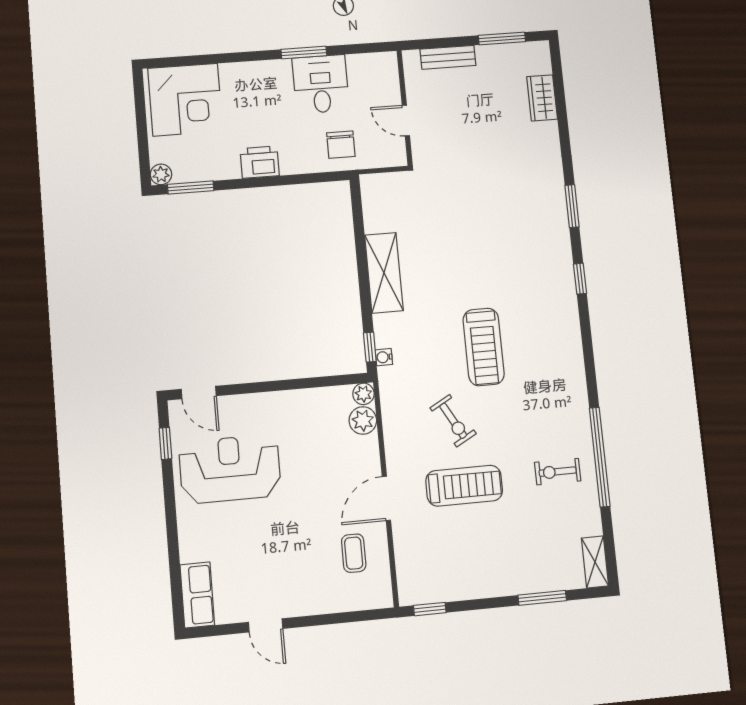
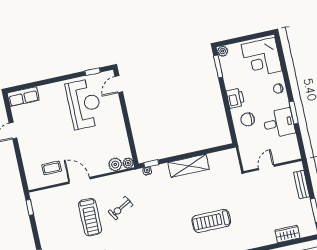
chair: (252, 76) -> (278, 89), added
chair: (341, 145) -> (248, 119), moved
treadmill: (484, 347) -> (211, 221), moved

